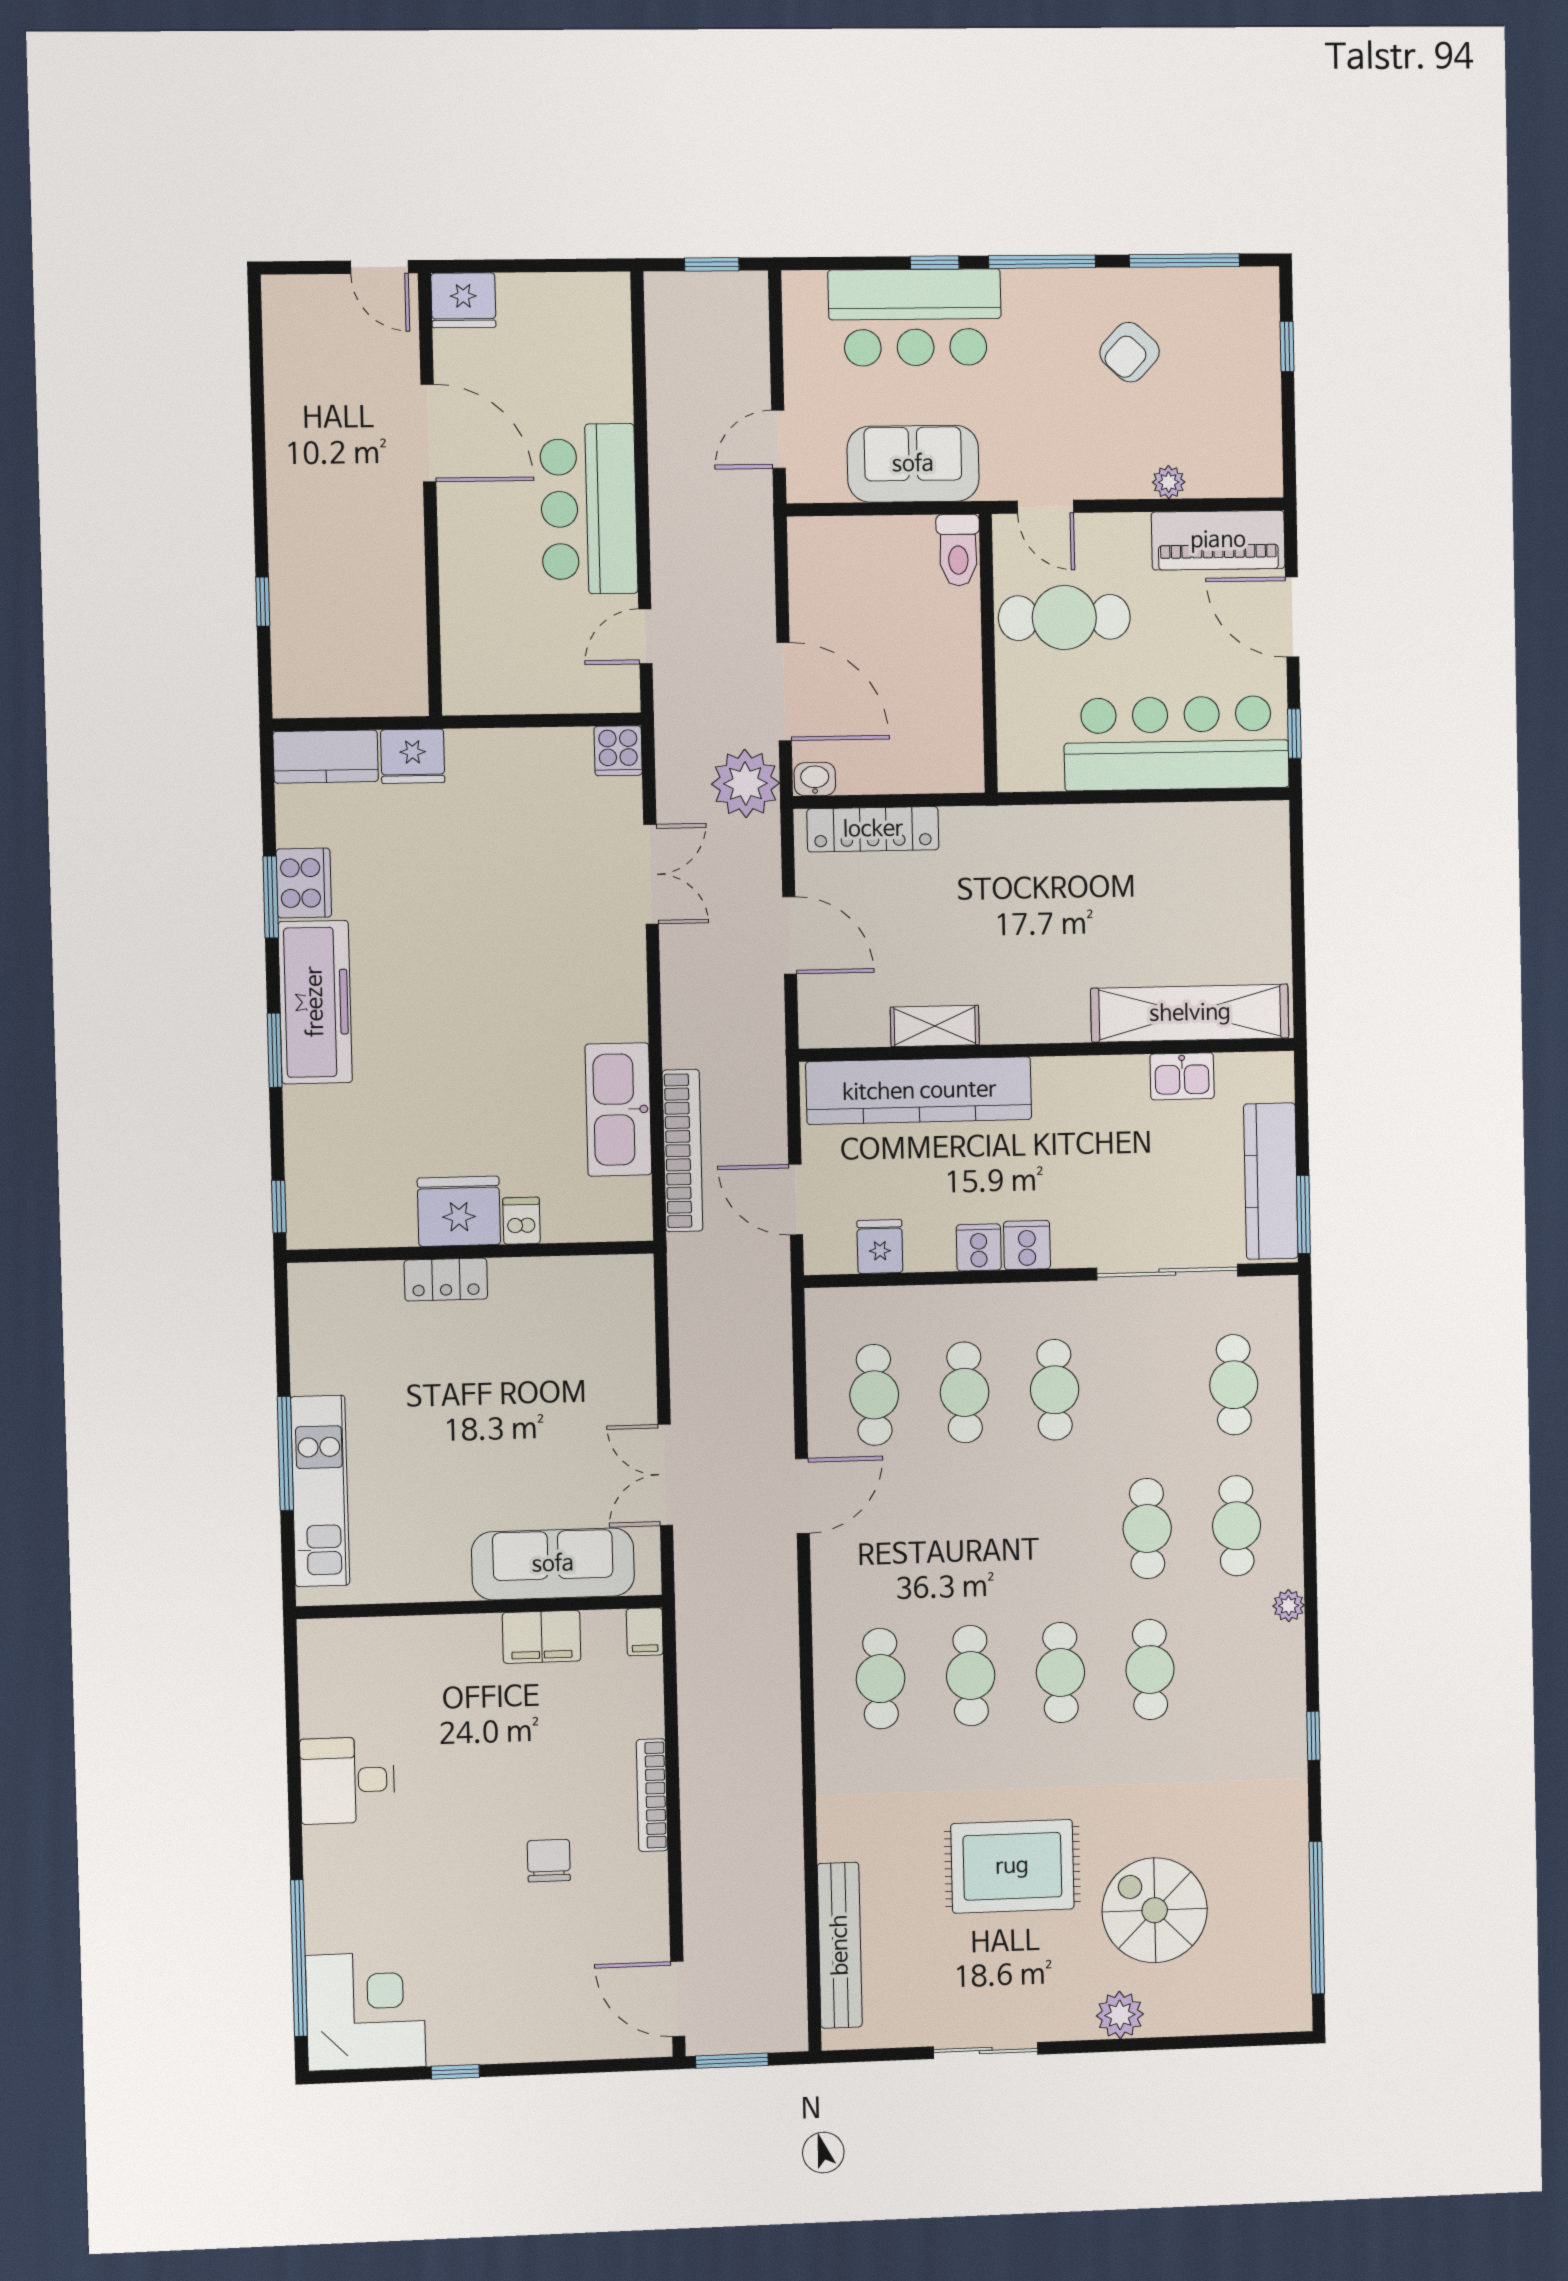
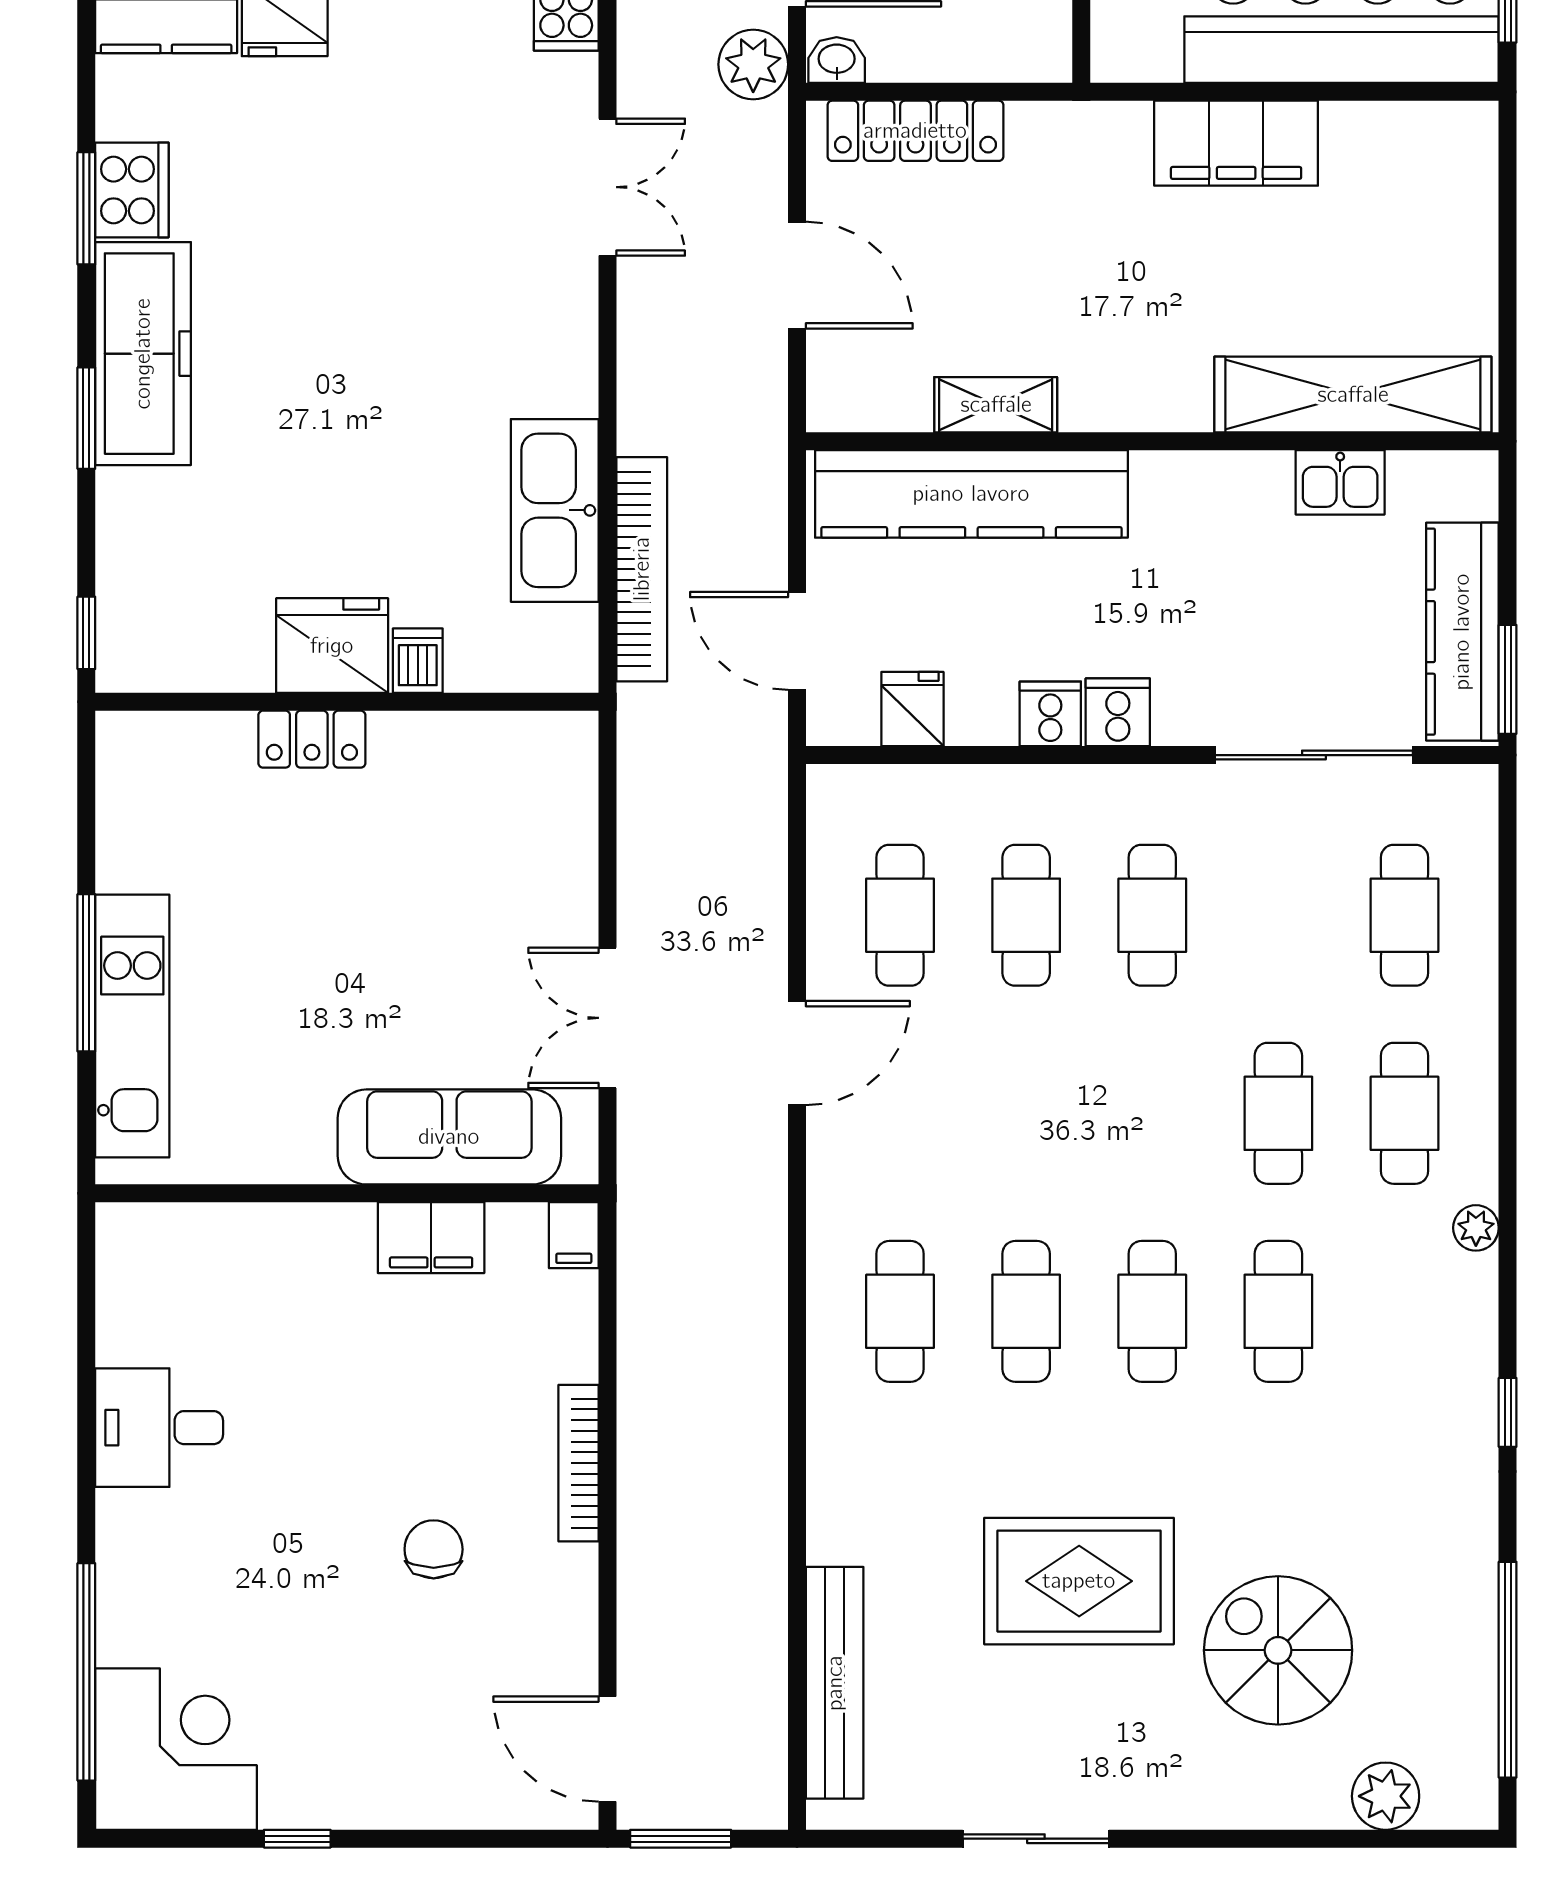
plant: (745, 783) -> (753, 64), width x0.73, depth x0.73
filing cabinet: (1103, 834) -> (1236, 143), added
plant: (1120, 2015) -> (1386, 1796), moved

